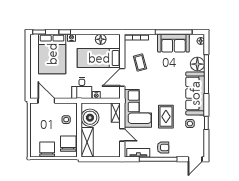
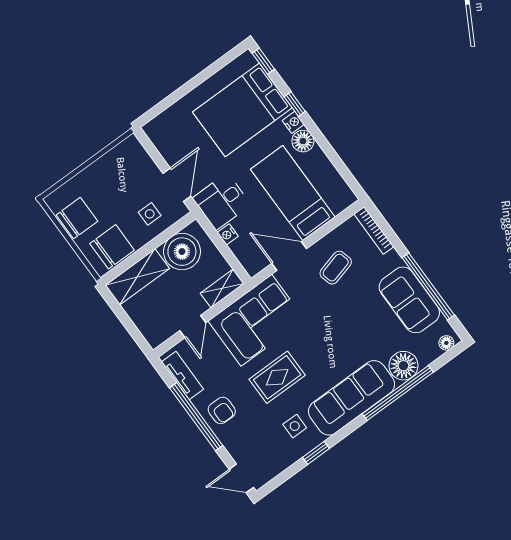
floor lamp: (101, 39) -> (303, 141), moved
door: (46, 101) -> (177, 185), moved

